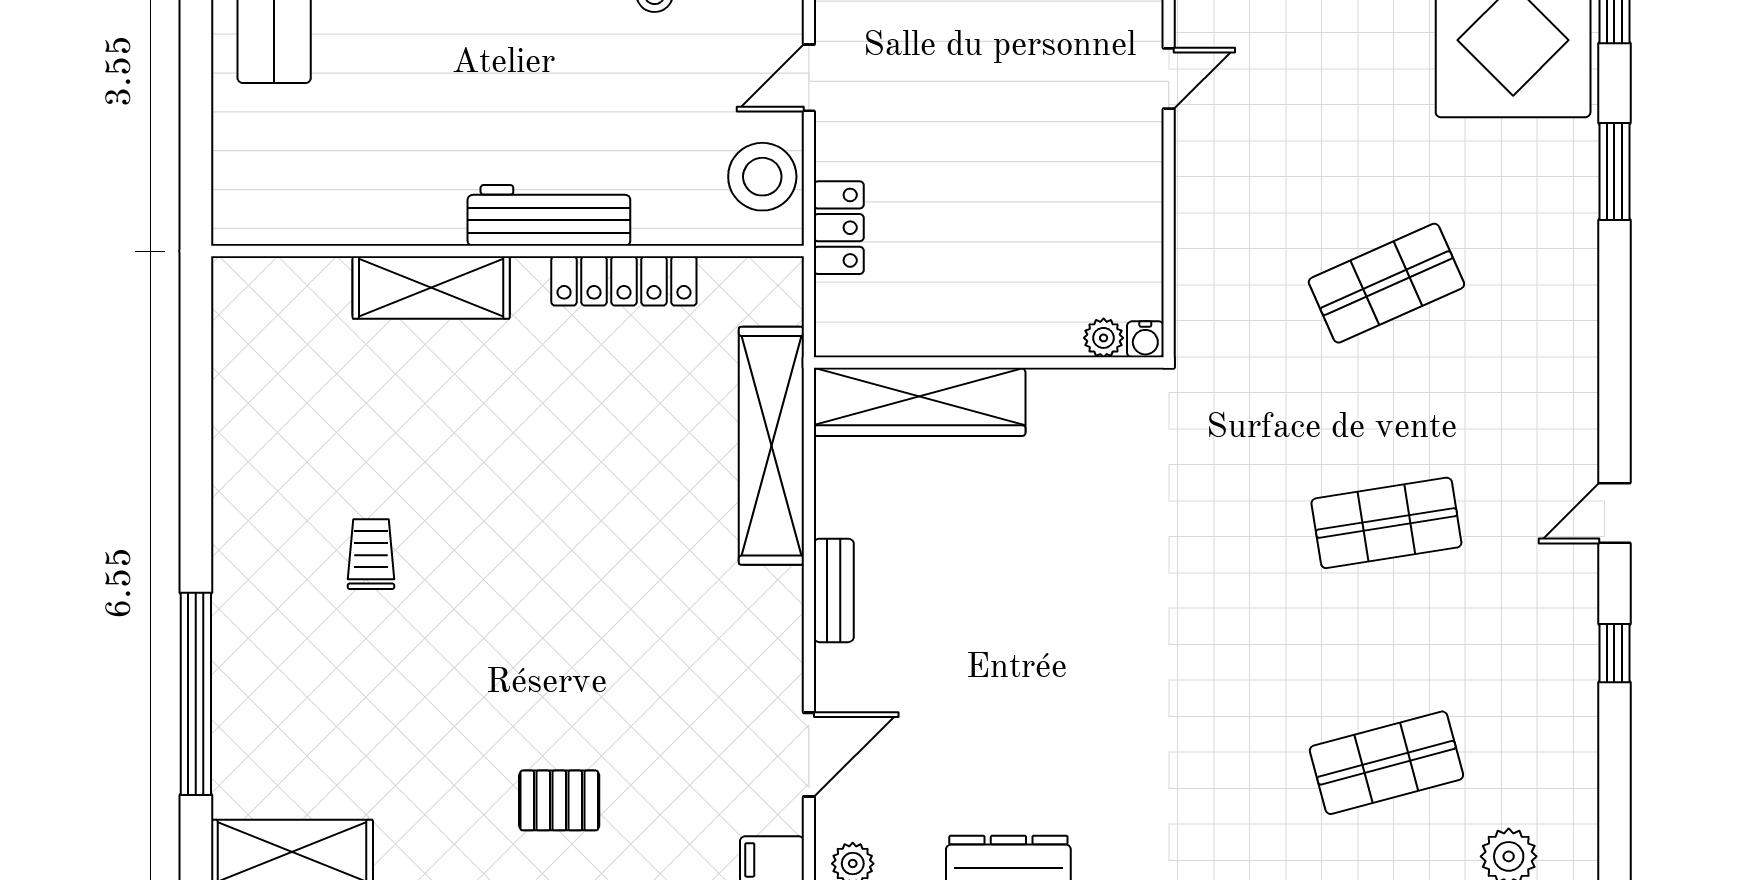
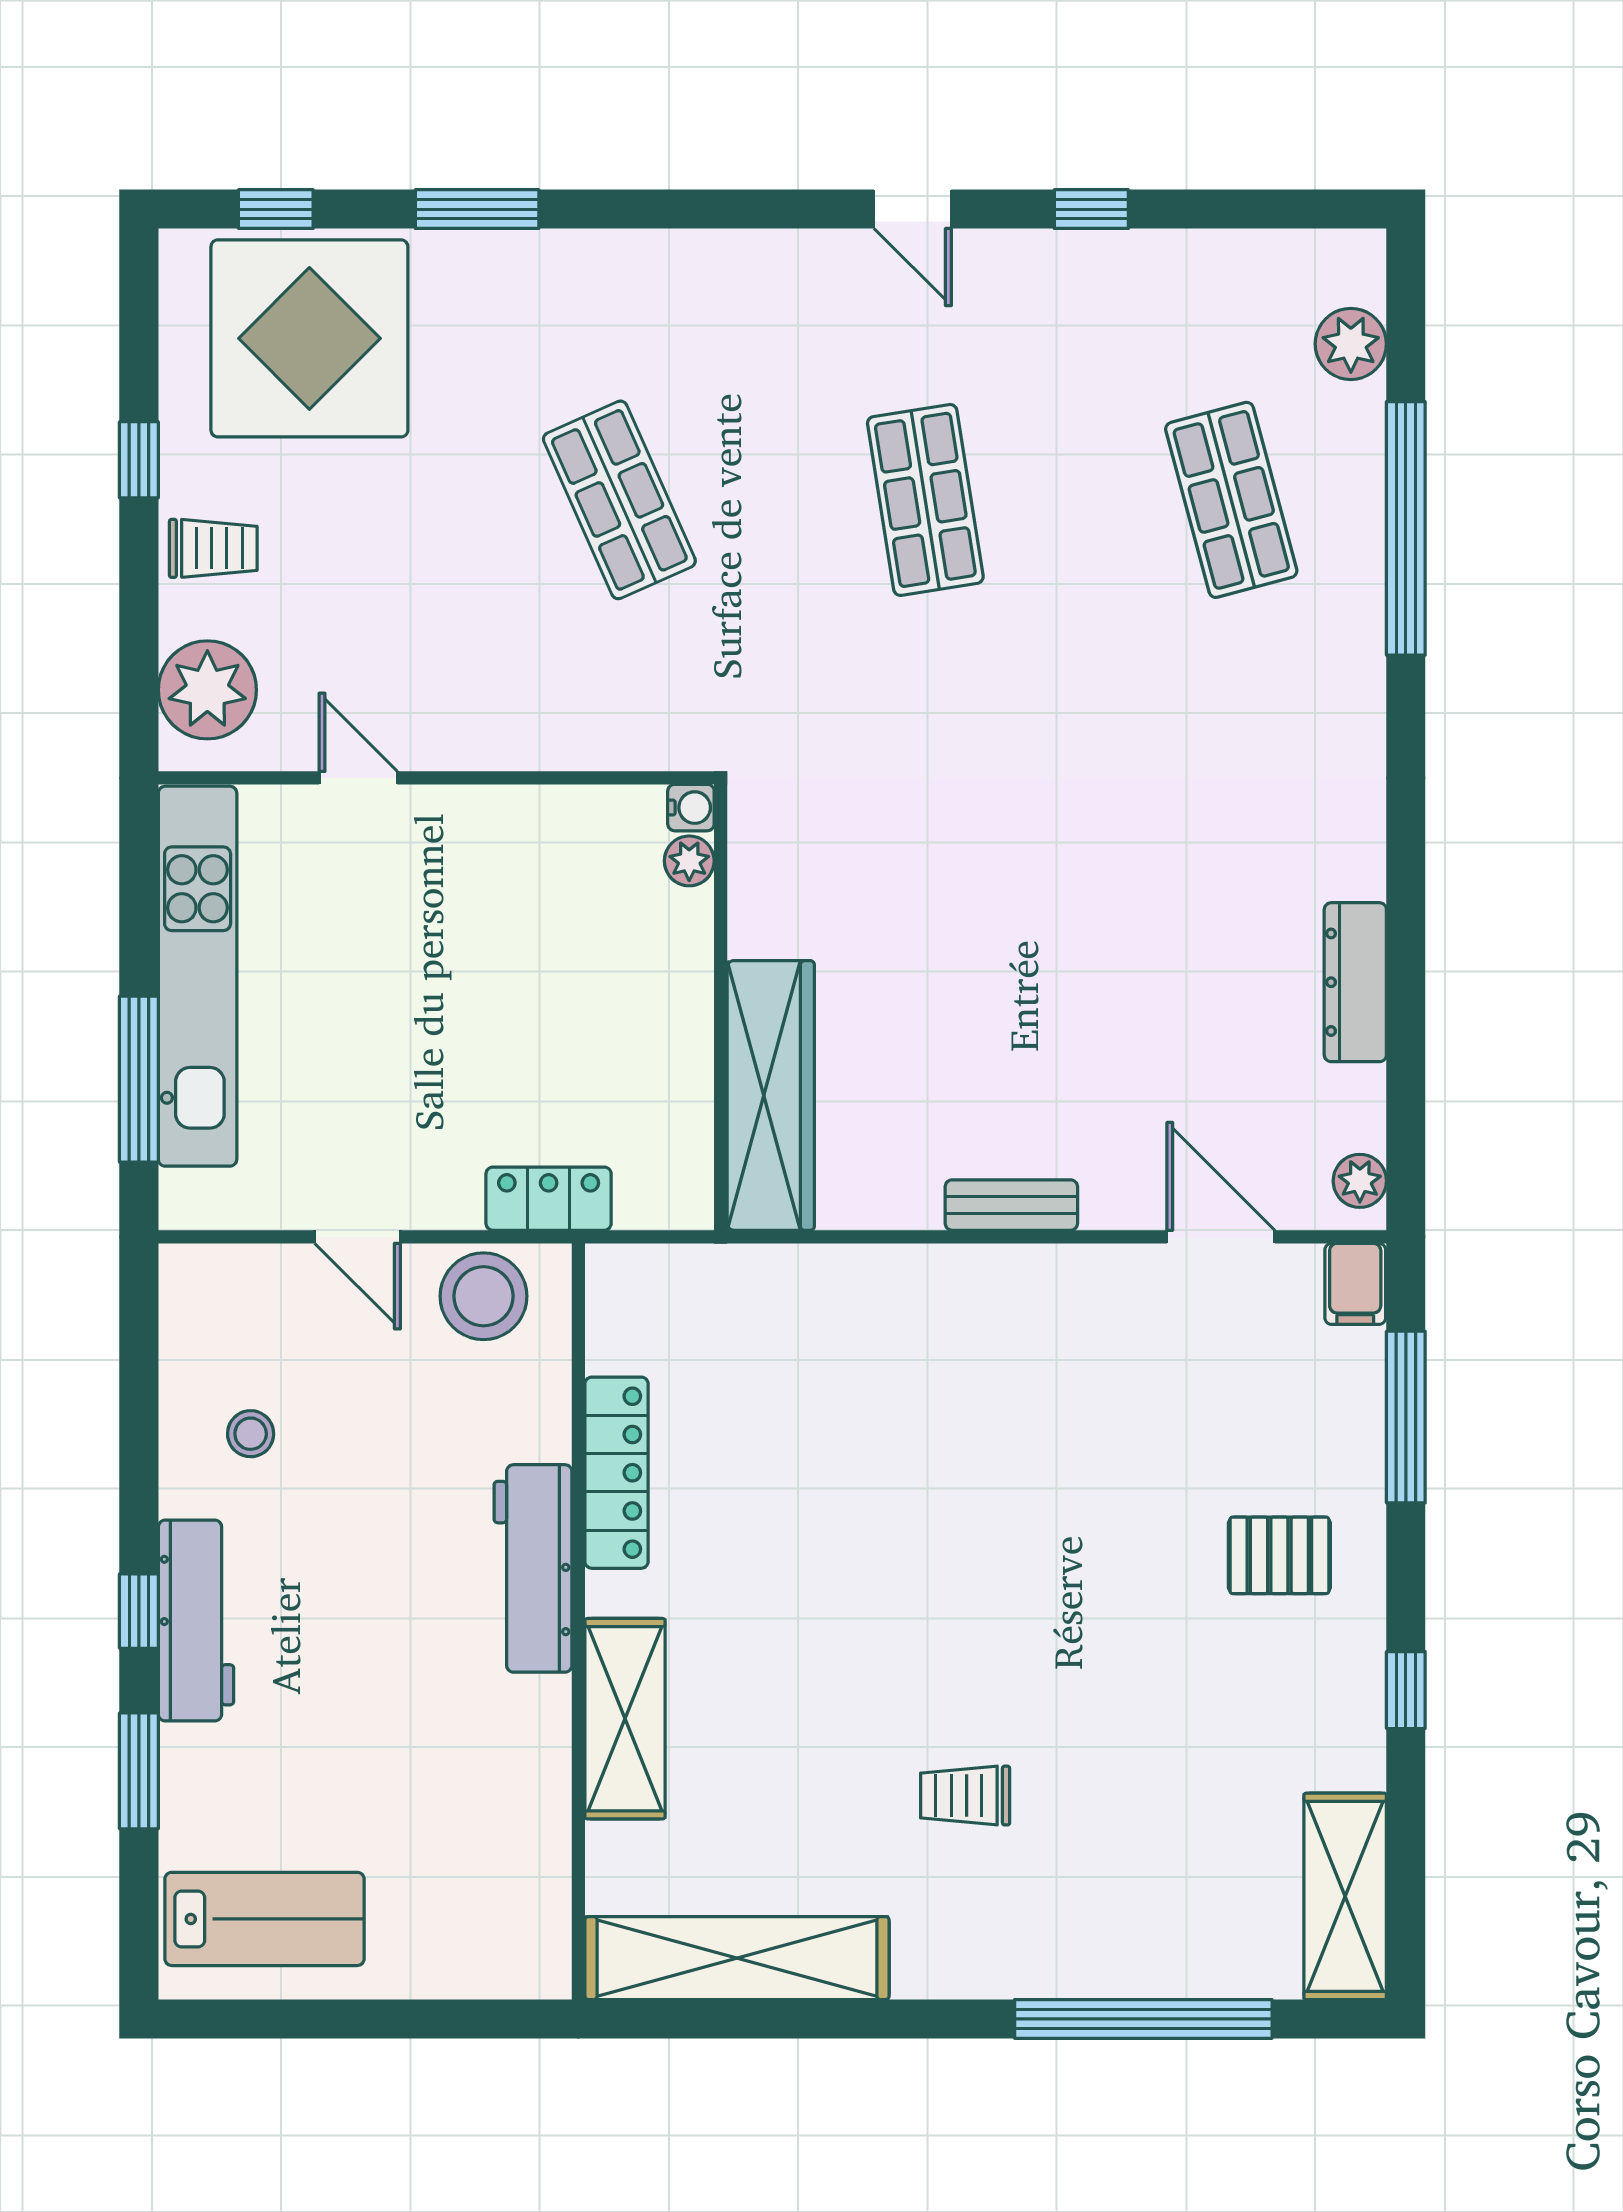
shelving: (771, 446) -> (737, 1958), moved
pallet: (559, 800) -> (1279, 1555), turned 90

